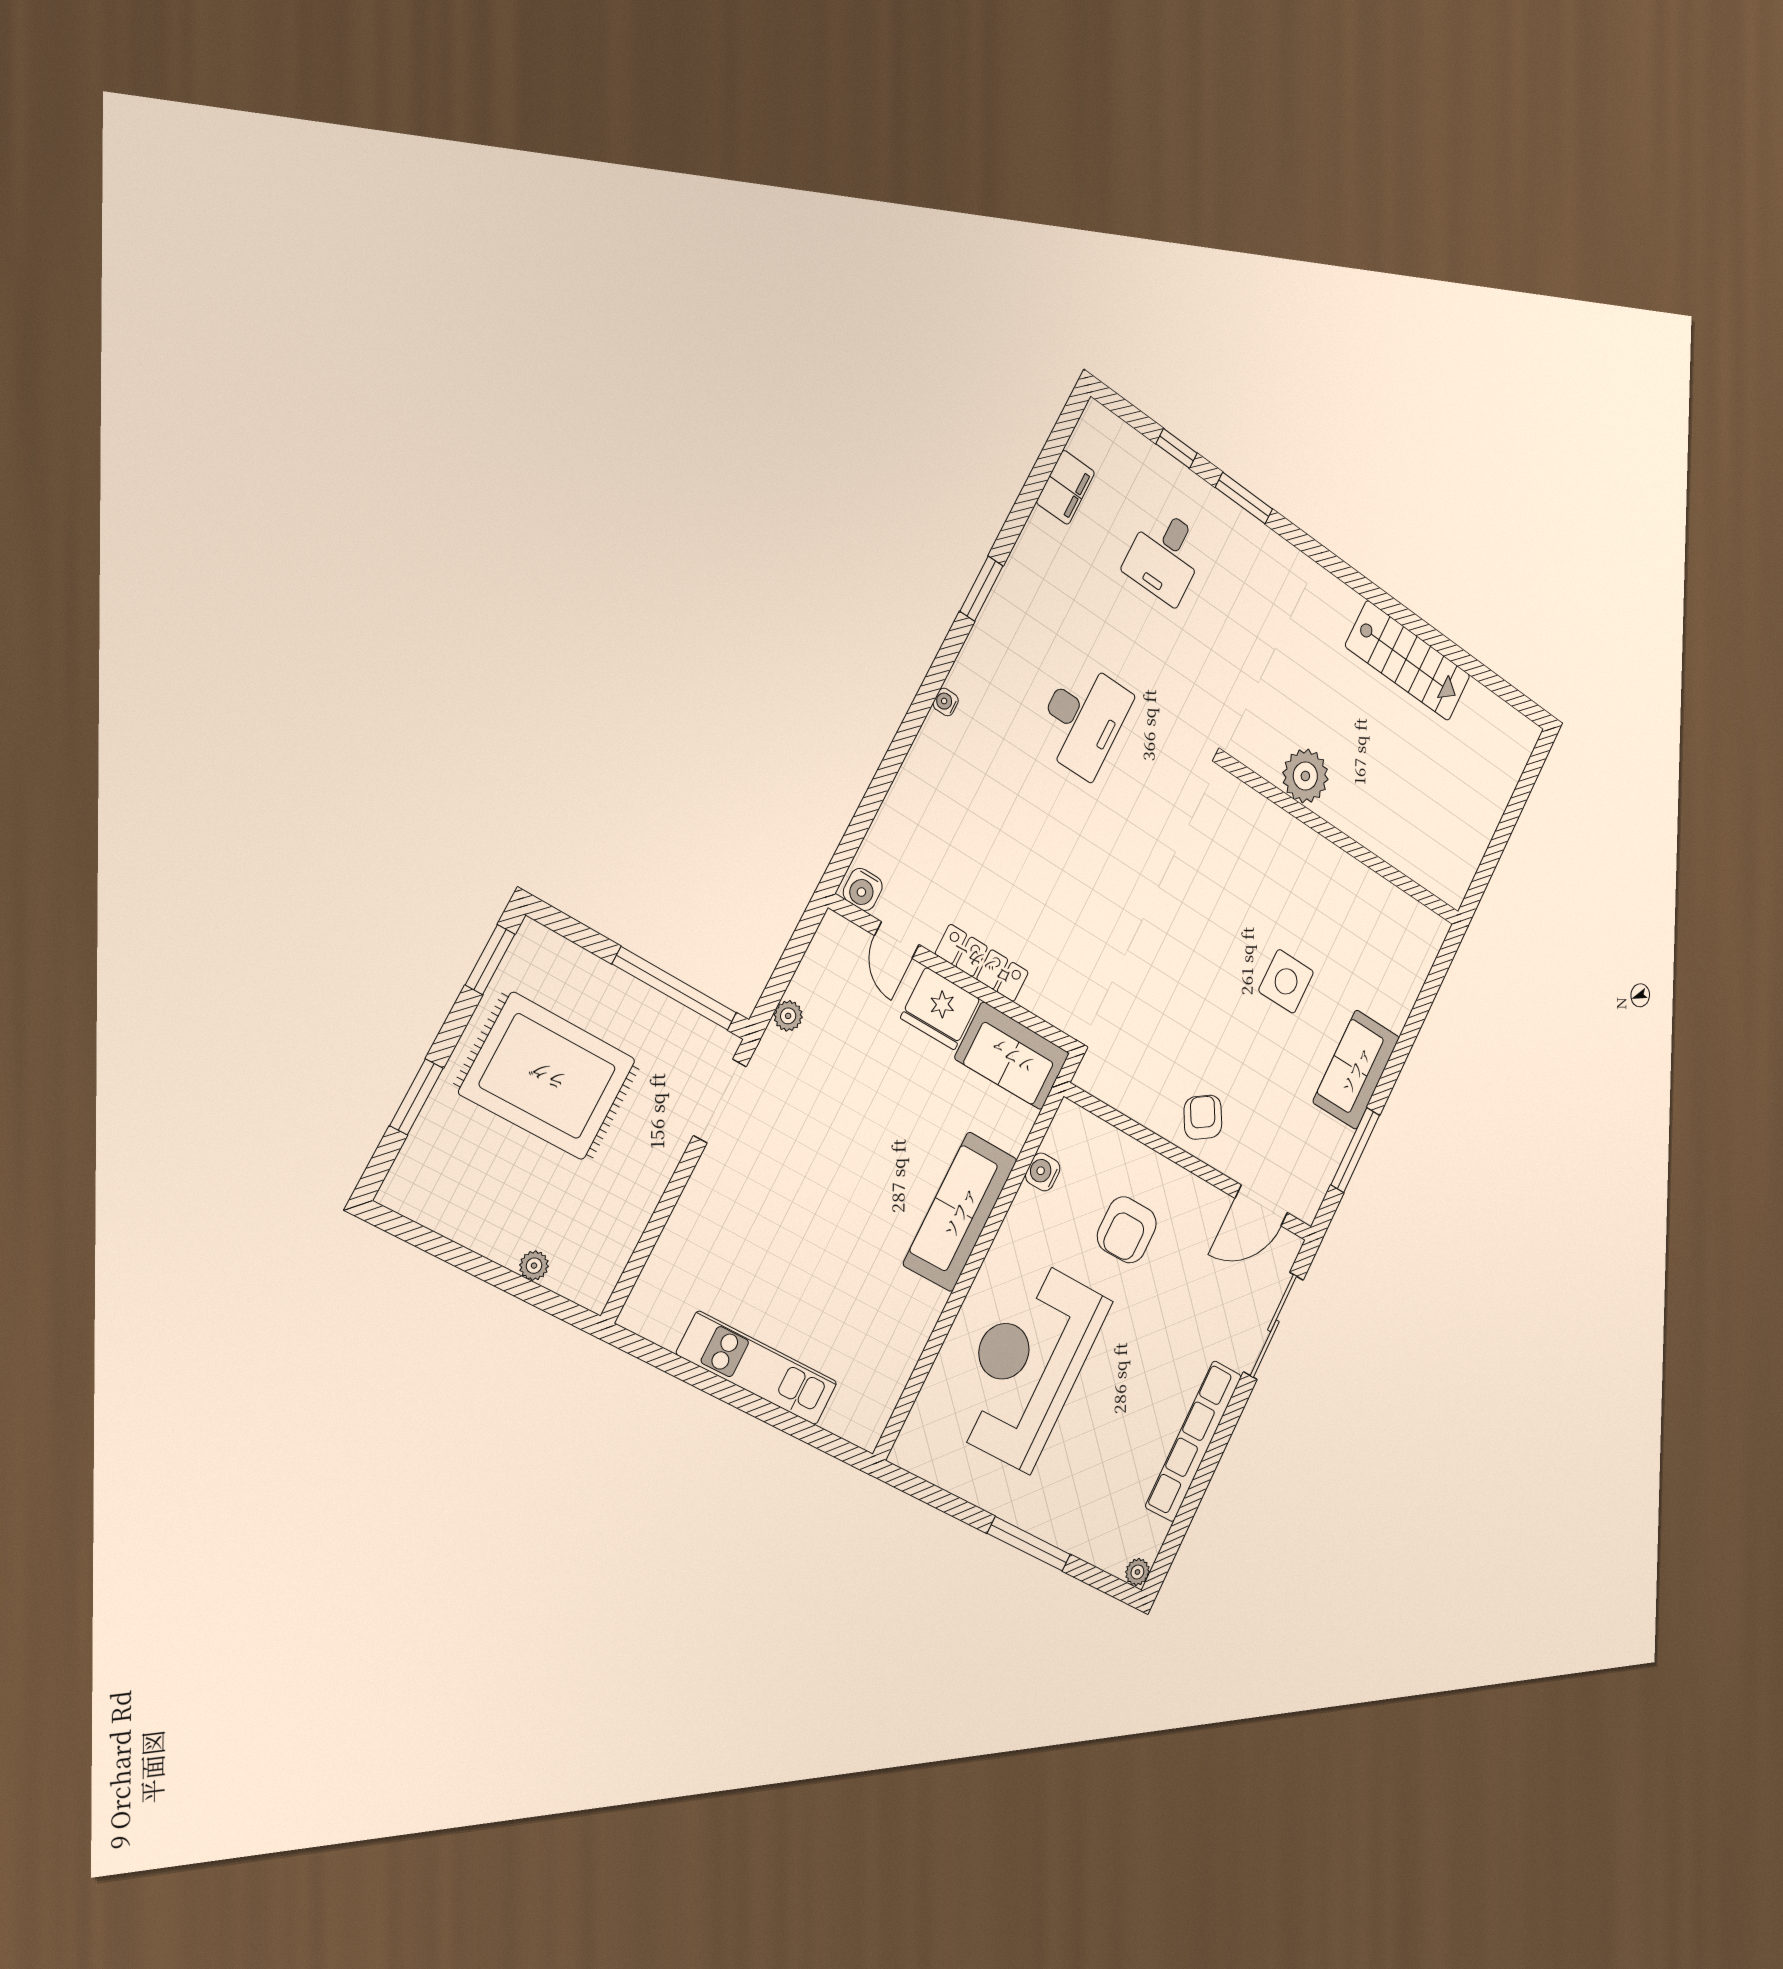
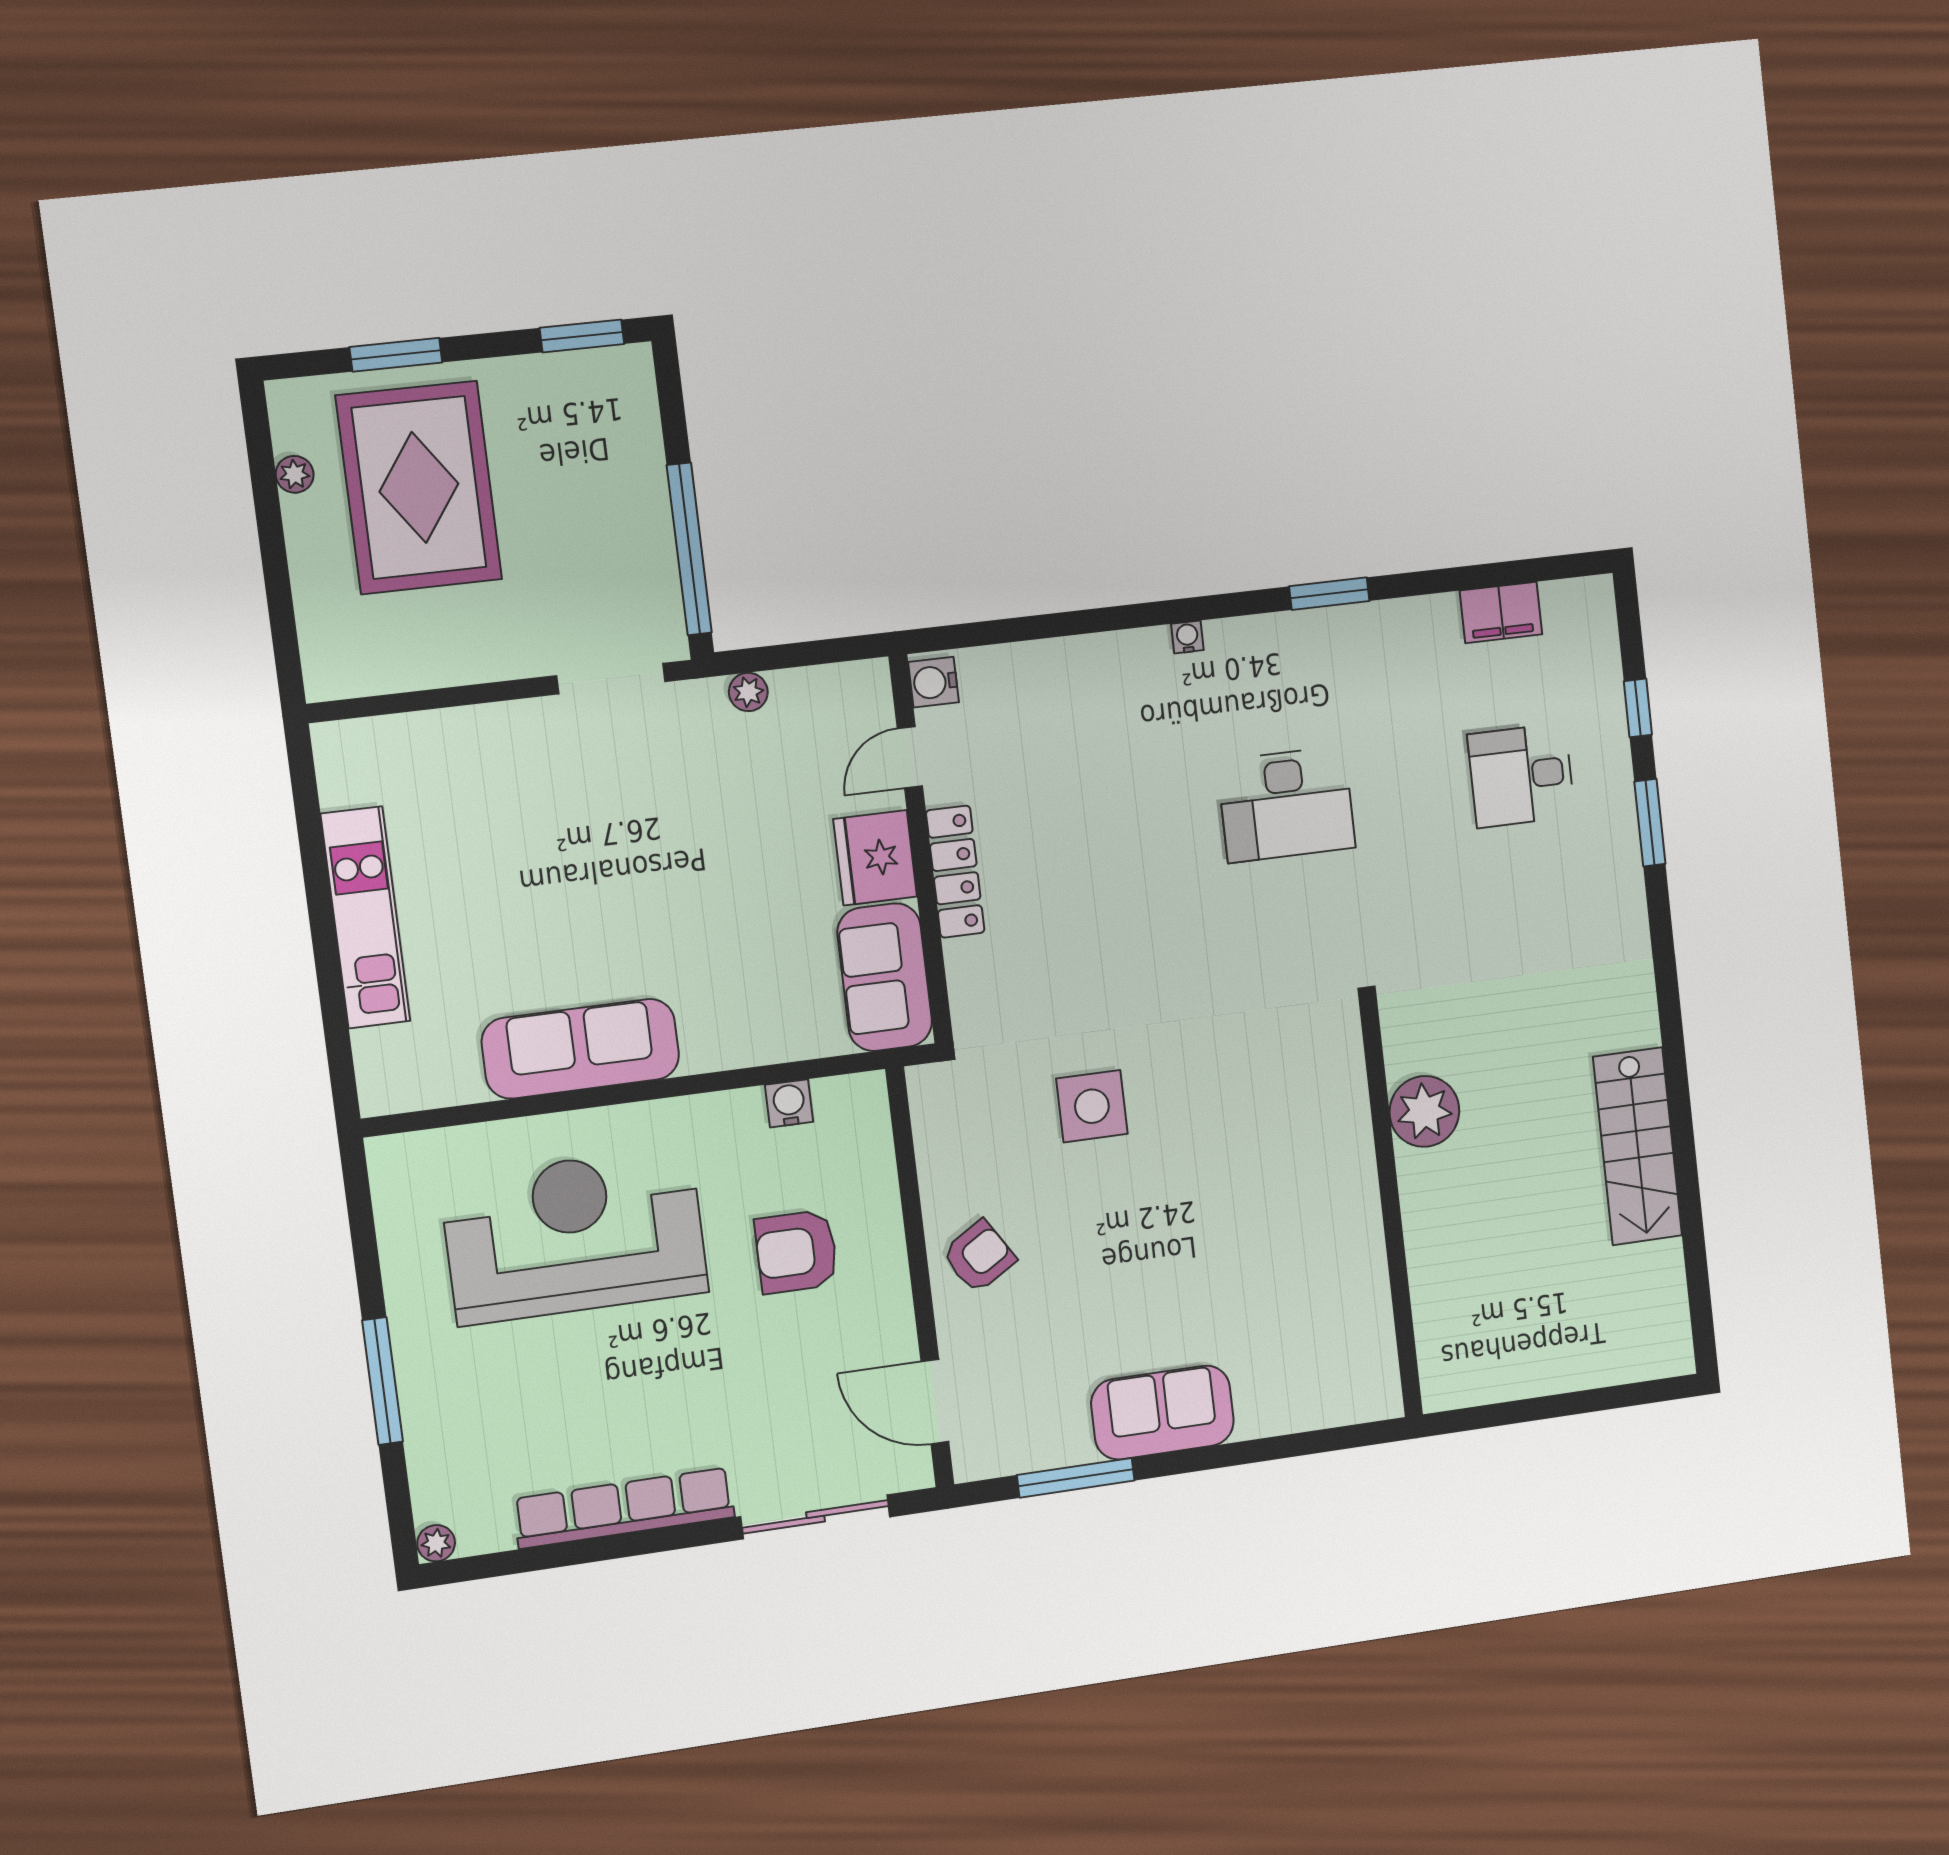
side table: (1286, 981) -> (1092, 1106), moved
rug: (548, 1076) -> (419, 488), moved
sofa: (960, 1212) -> (581, 1049), moved
plant: (534, 1266) -> (295, 474), moved

